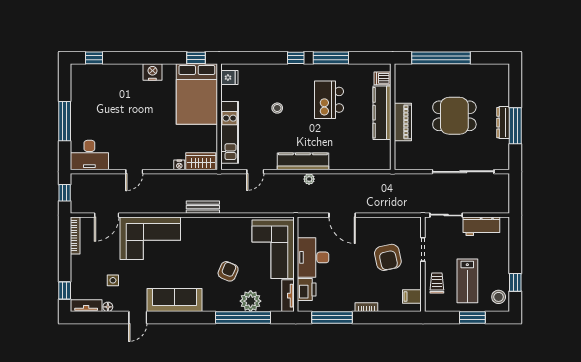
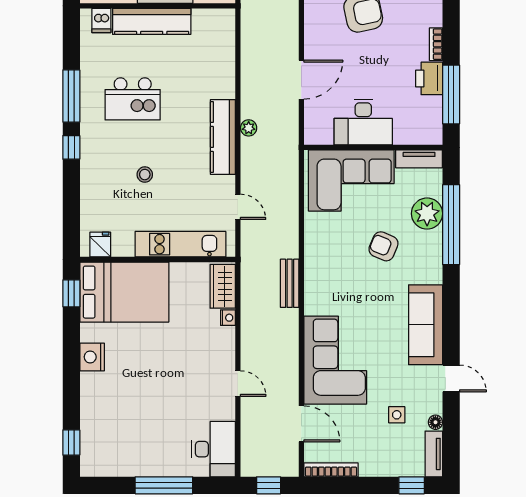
printer: (307, 290) -> (429, 78), moved, turned -90

